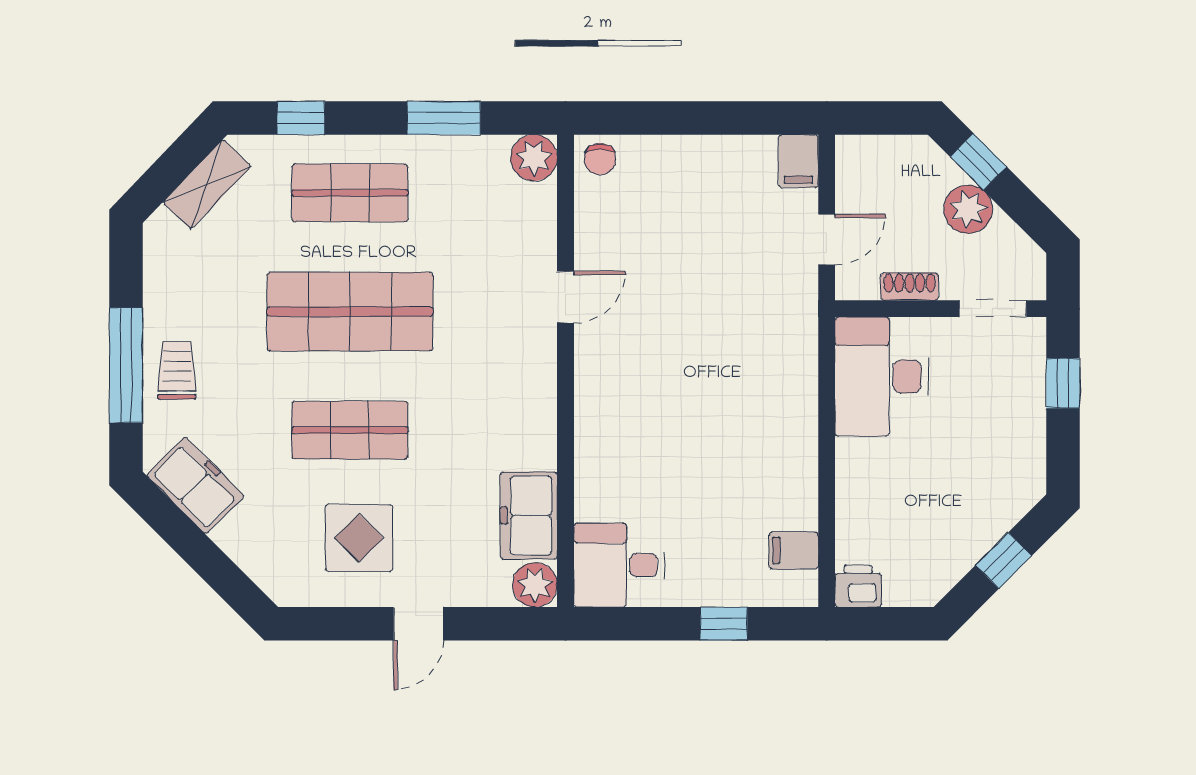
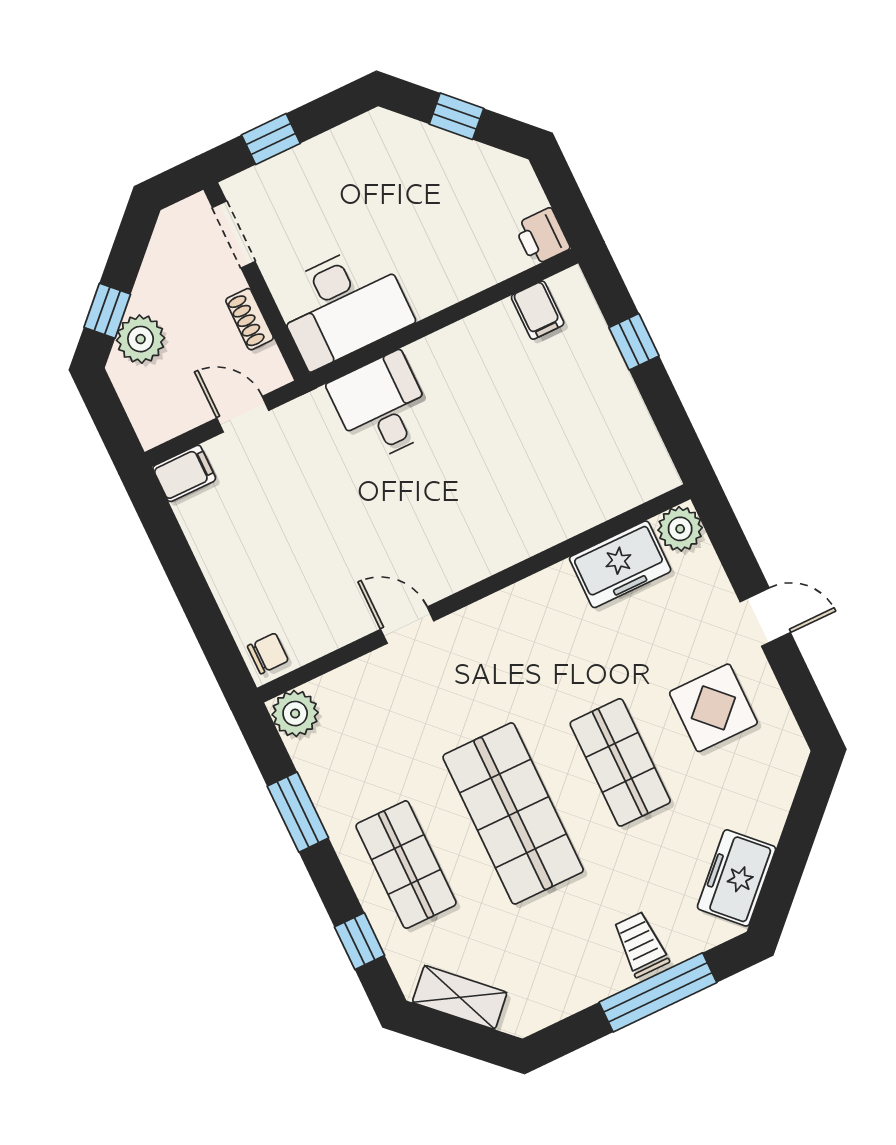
plant: (968, 209) -> (141, 339), moved
trolley: (177, 370) -> (641, 944), turned 90
desk: (619, 565) -> (382, 407), moved, turned 180

